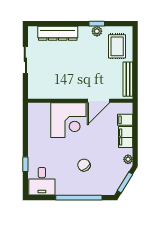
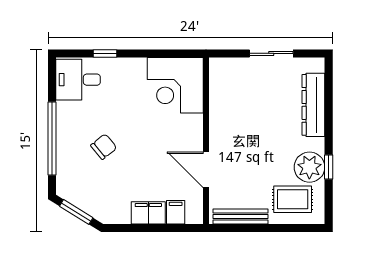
plant: (97, 31) -> (309, 167), width x1.88, depth x1.88
corner desk: (68, 120) -> (175, 85), moved
plant: (128, 159) -> (113, 217), removed

